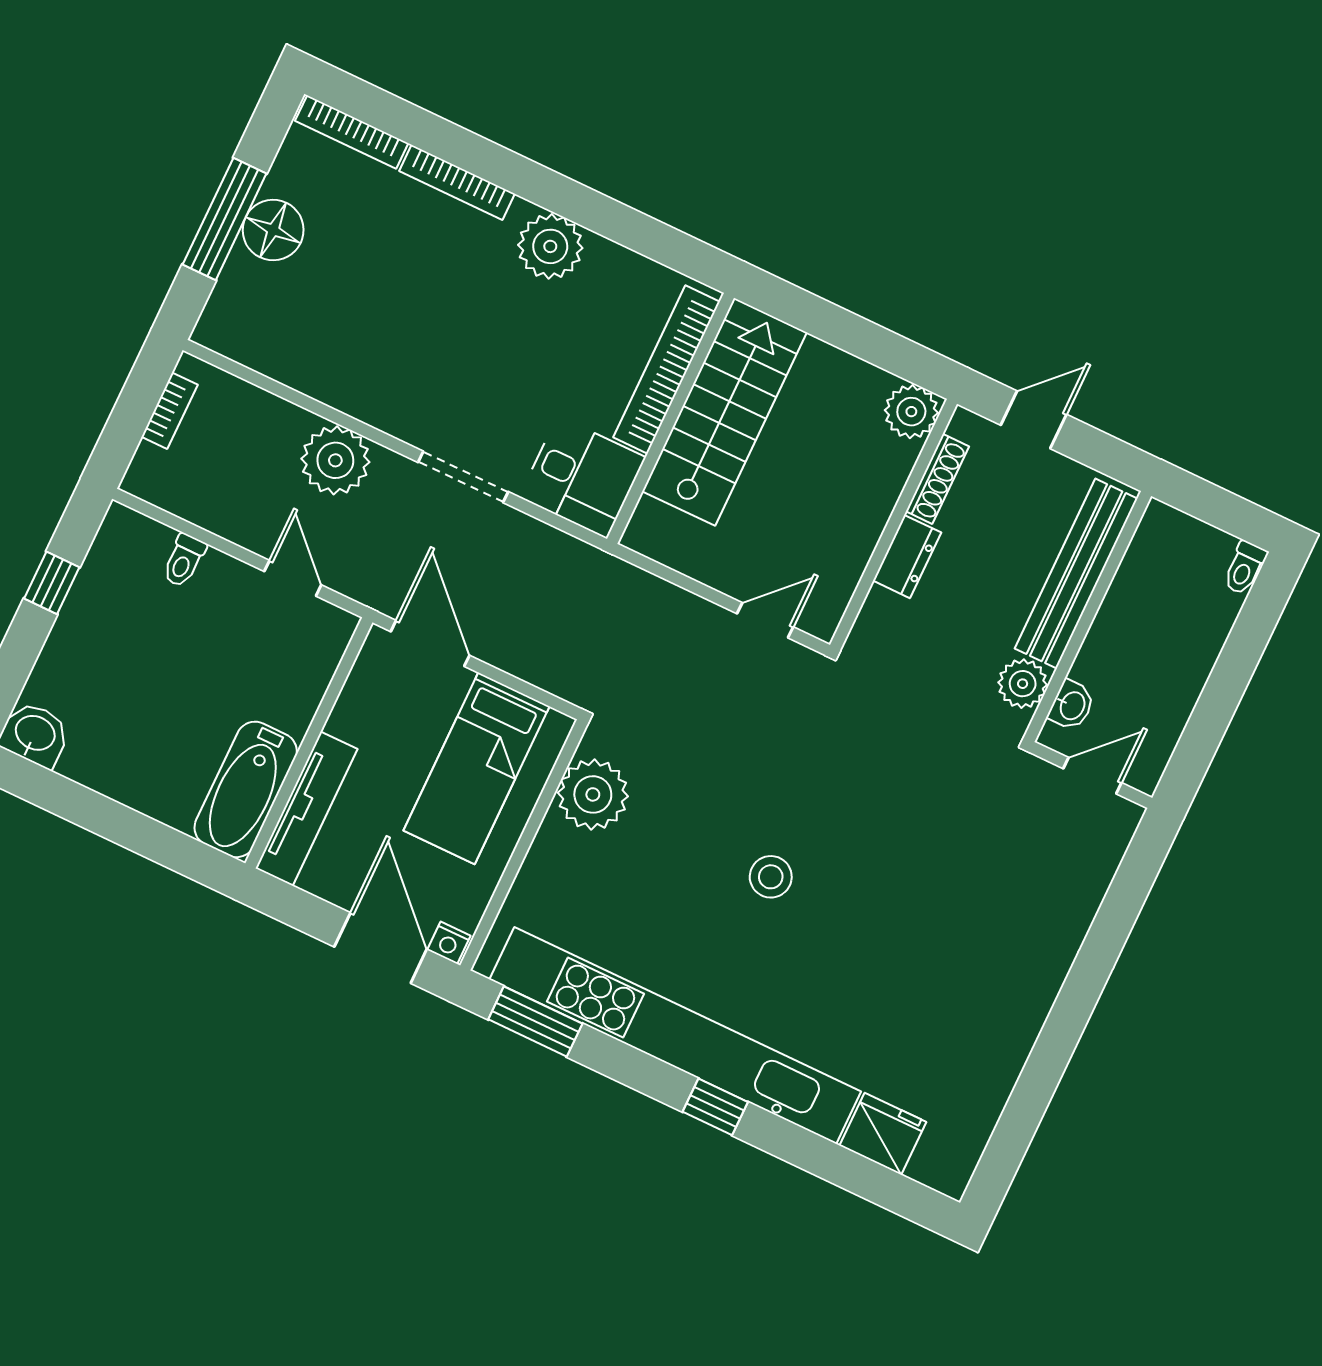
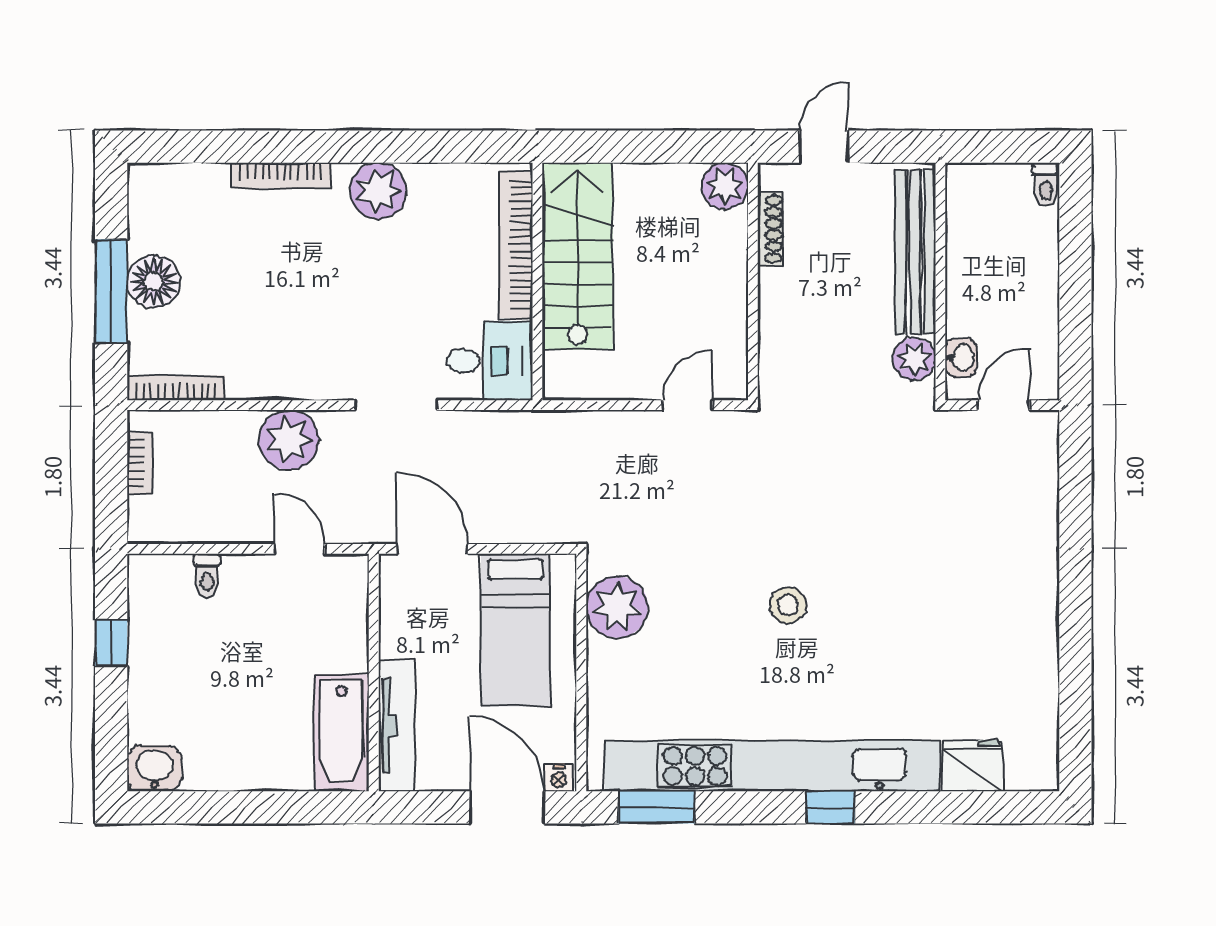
bookcase: (352, 132) -> (176, 388), moved, turned 180
dresser: (907, 557) -> (776, 302), removed

